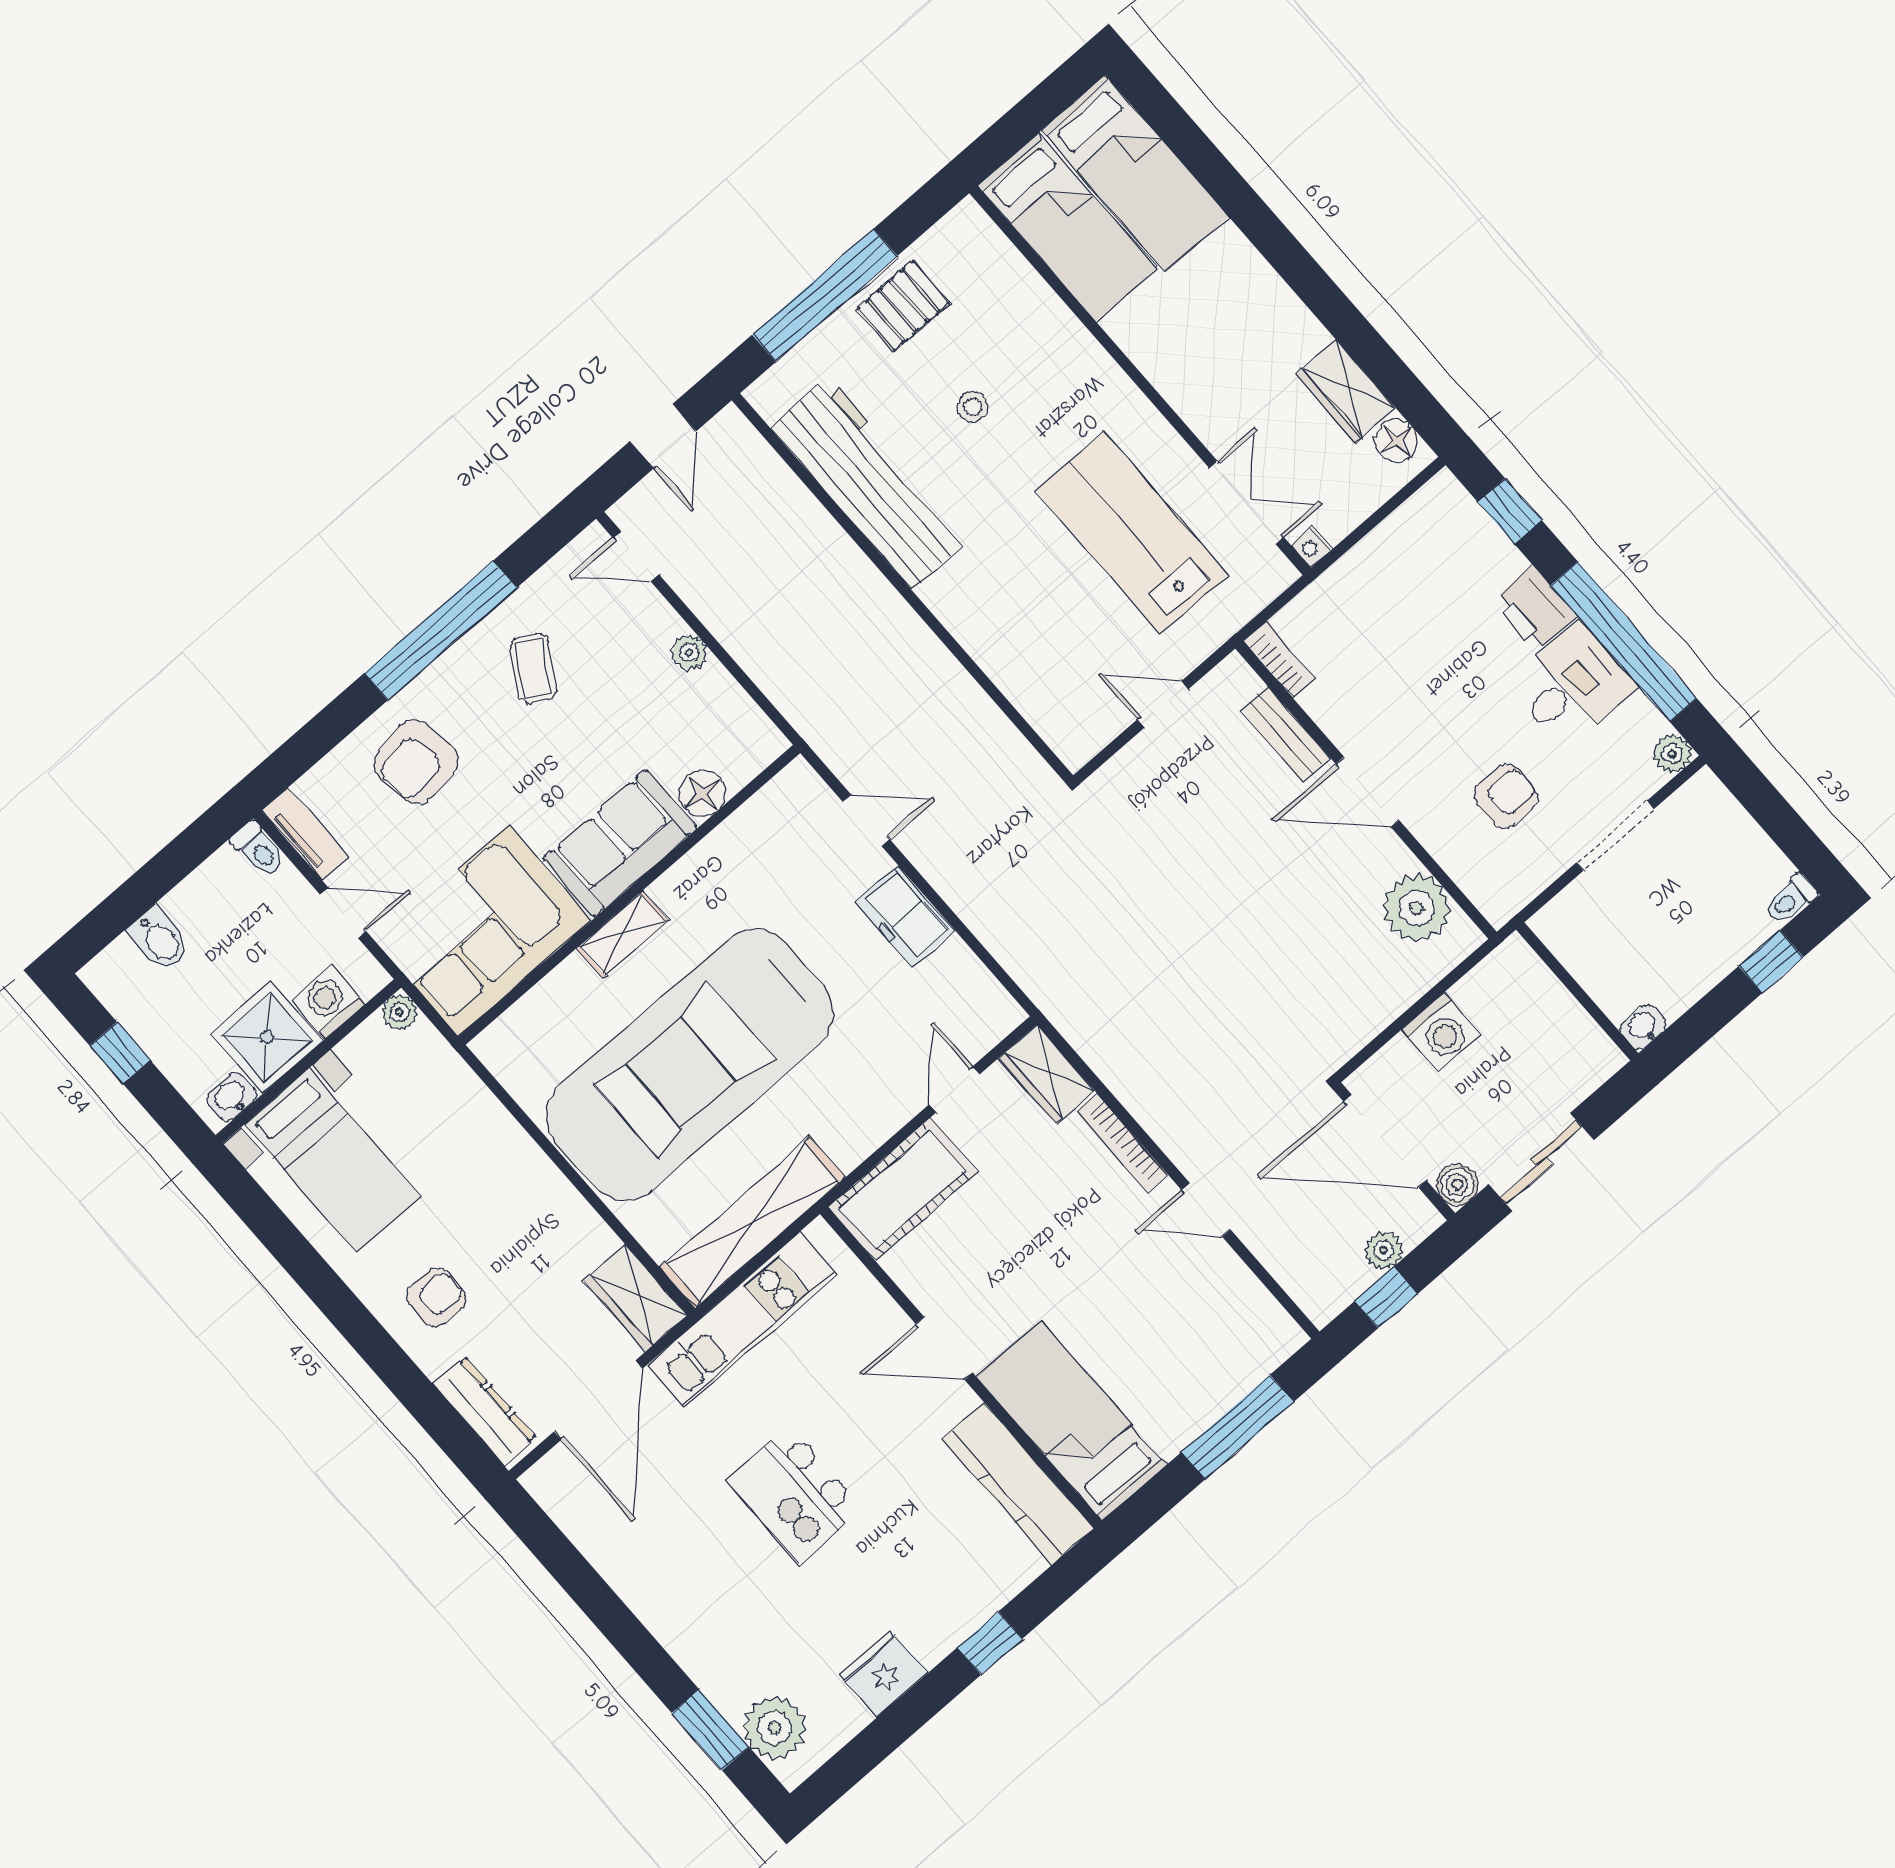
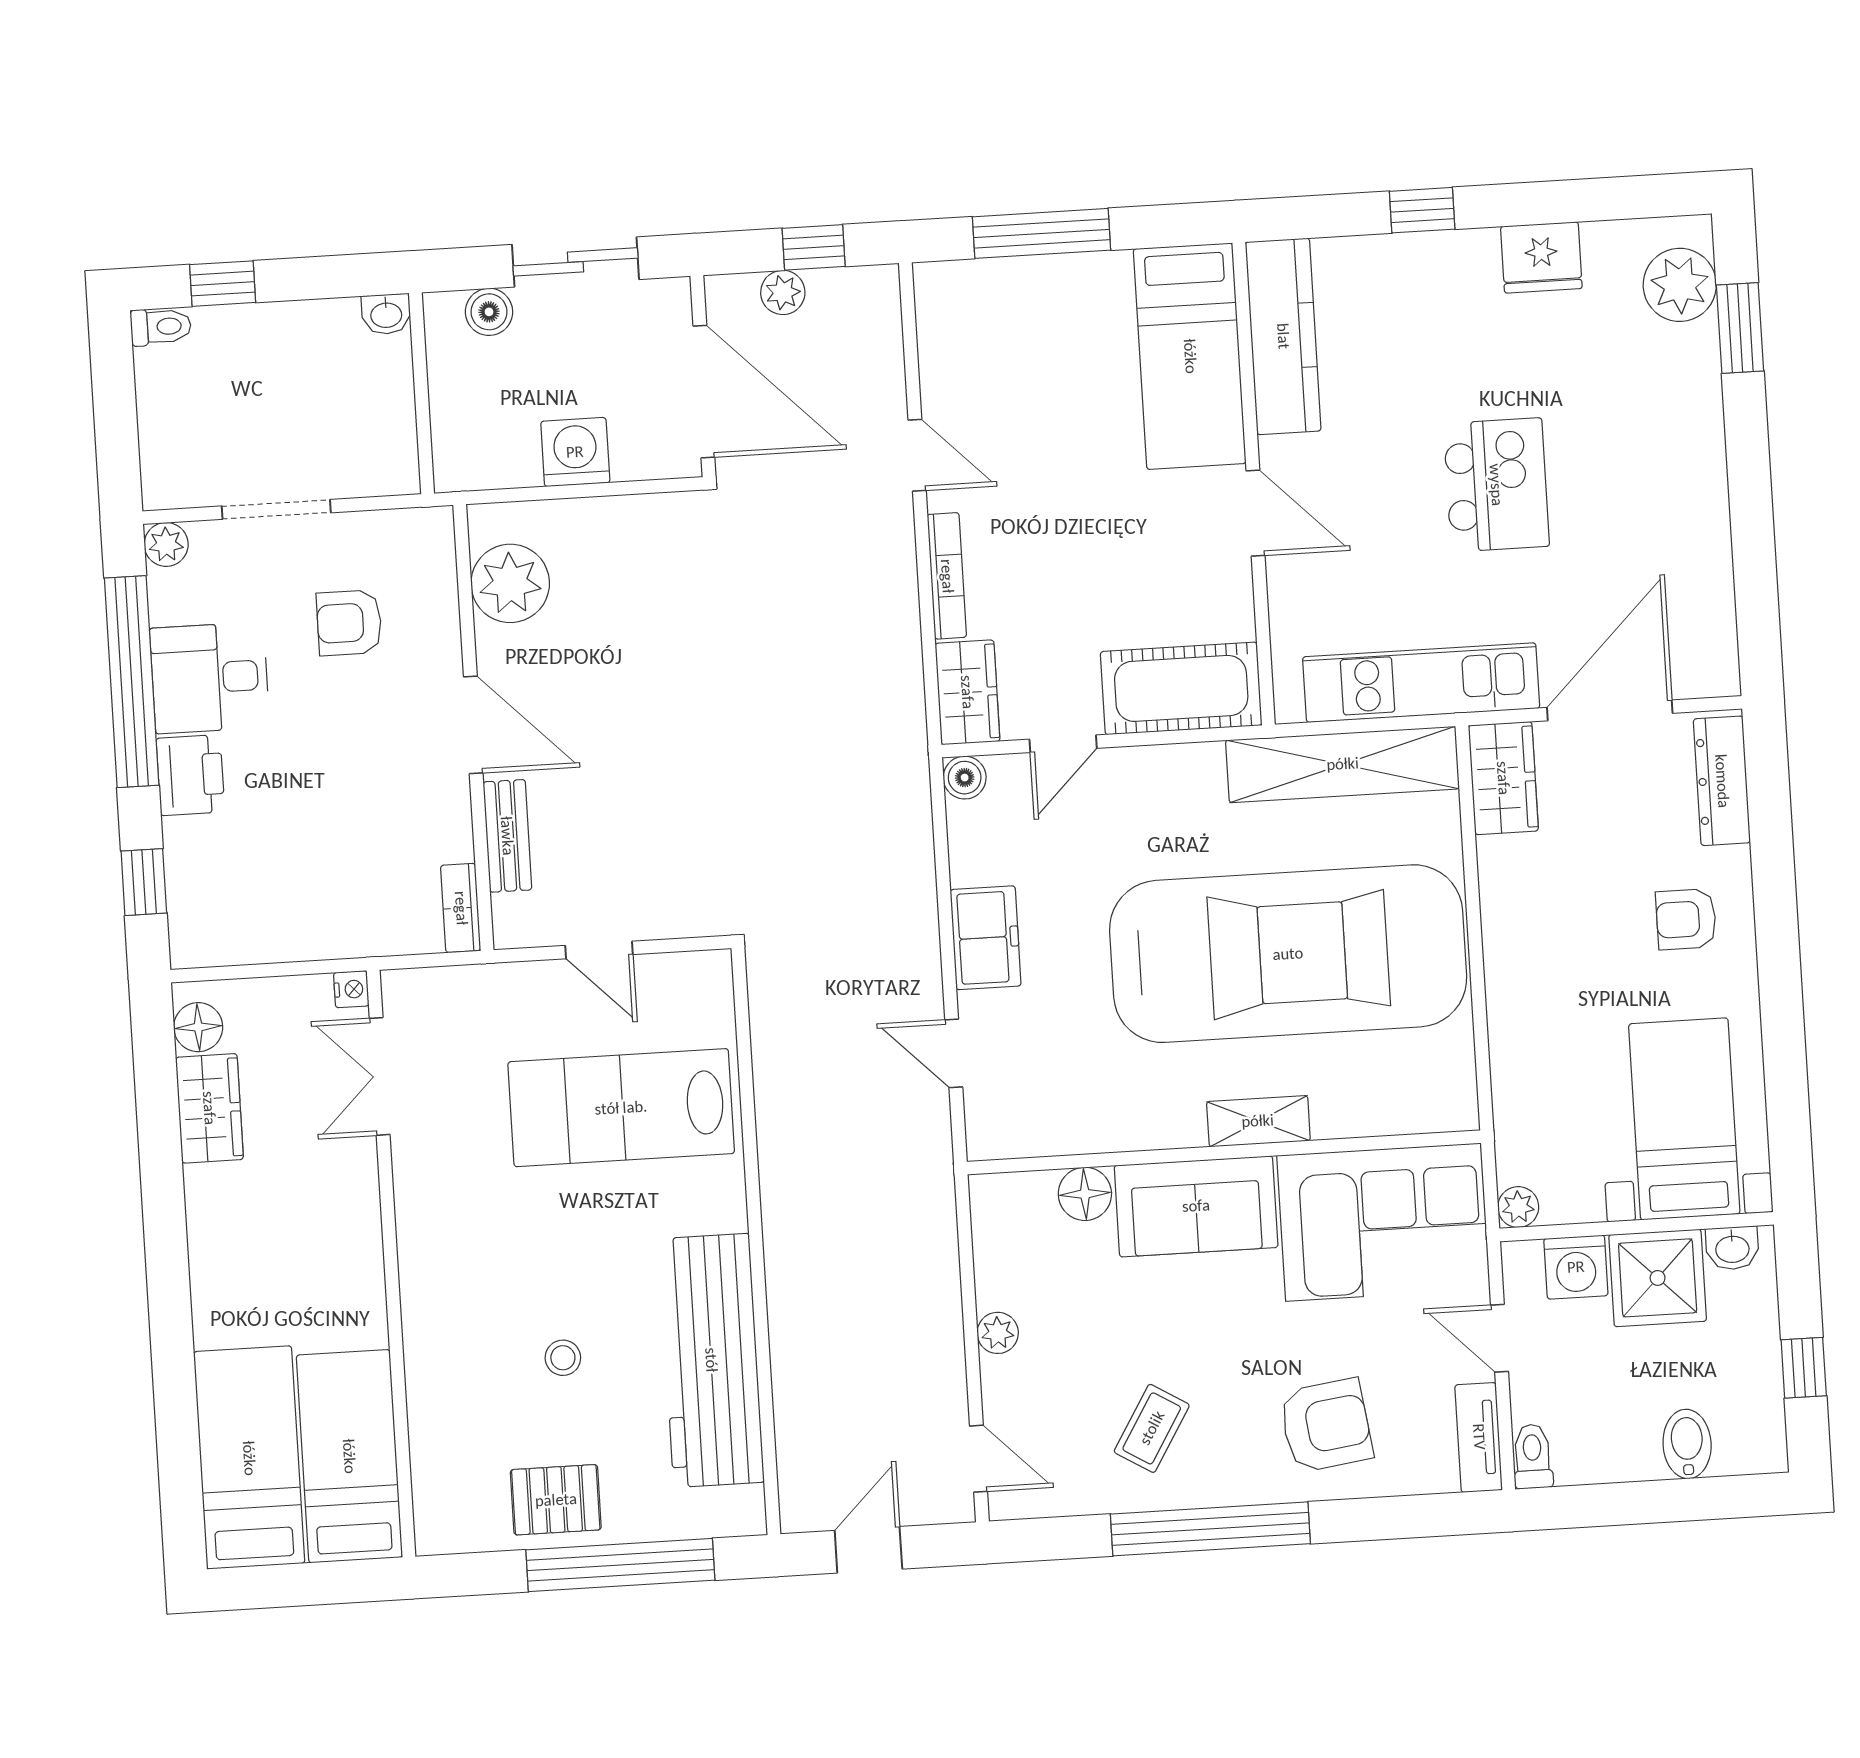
lab bench: (1132, 533) -> (621, 1108), moved, turned 90
boiler: (1004, 1015) -> (965, 778), added
boiler: (1457, 1184) -> (489, 312), moved

